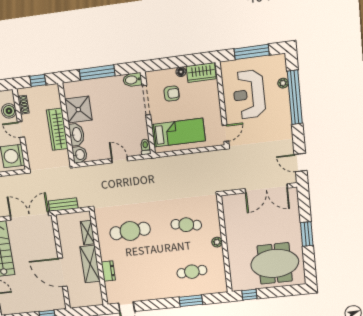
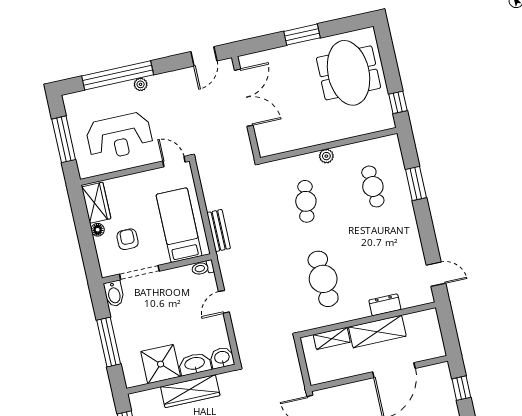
plant: (283, 83) -> (141, 84), moved
bench: (63, 205) -> (219, 230), moved

